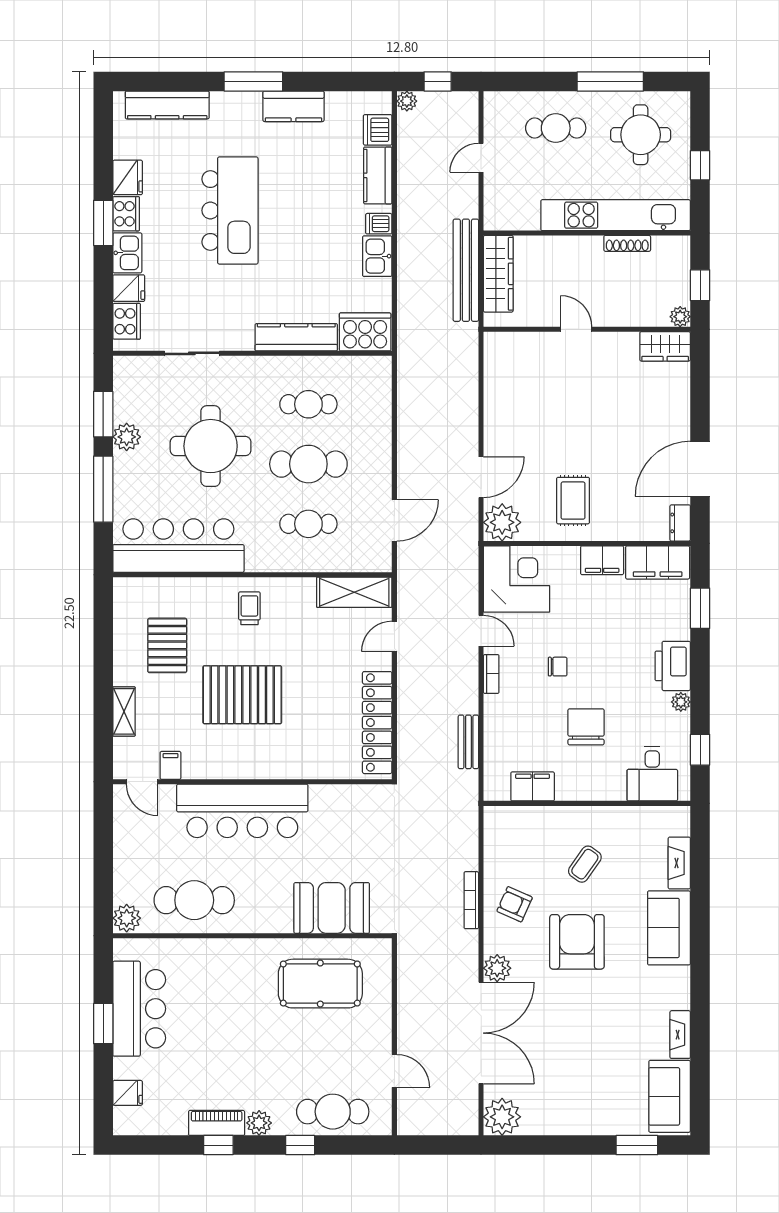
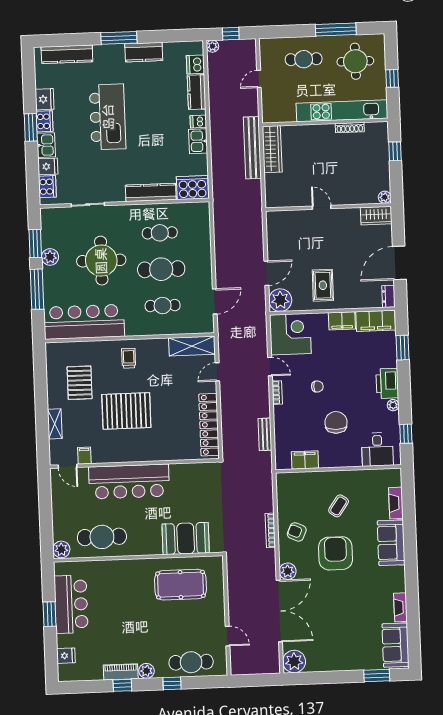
plant: (680, 317) -> (385, 197), moved
door: (576, 329) -> (322, 207), moved
wall: (587, 329) -> (328, 207), moved
wardrobe: (665, 346) -> (376, 216), moved

